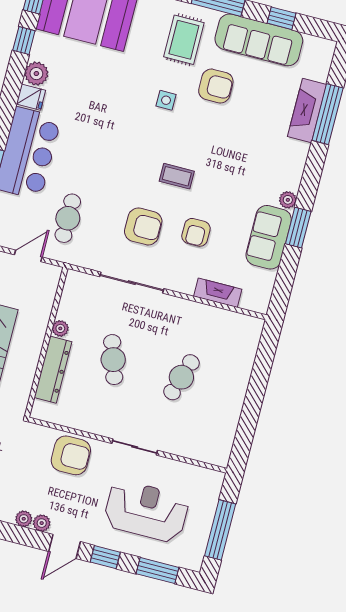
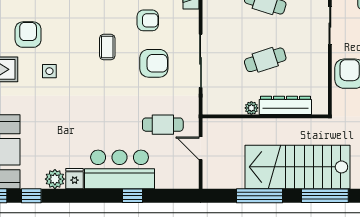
armchair: (143, 226) -> (154, 63), turned 90

